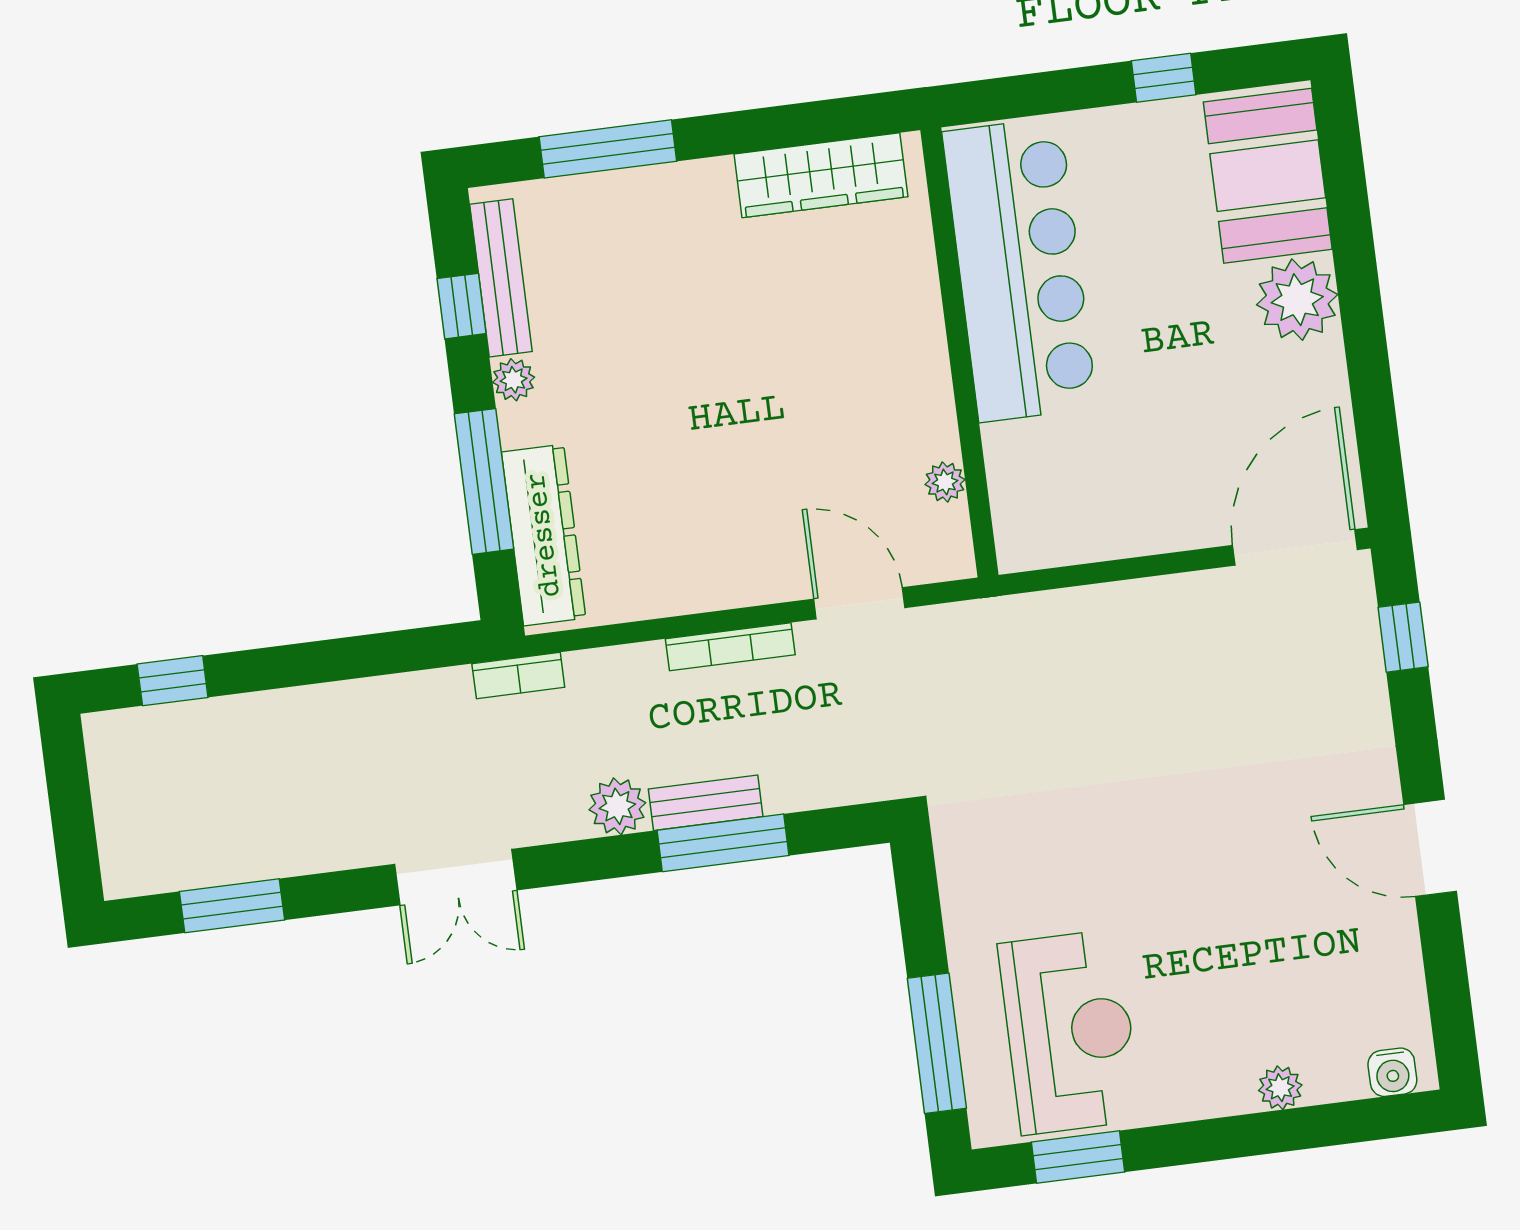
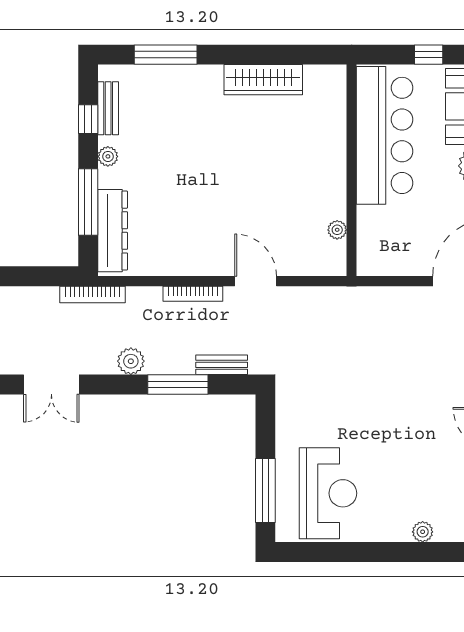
bar counter: (1020, 270) -> (385, 135), moved
bench: (501, 278) -> (108, 108), width x0.73
wall: (959, 352) -> (352, 170), moved
plant: (945, 482) -> (337, 230), moved
bookcase: (518, 675) -> (93, 294), width x1.56
bench: (706, 803) -> (222, 365), moved
window: (1078, 1157) -> (324, 552), removed

